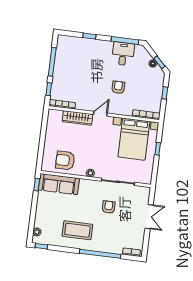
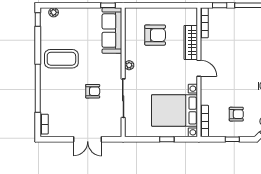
armchair: (118, 87) -> (236, 114), moved
armchair: (65, 160) -> (155, 35), moved, turned 90
coffee table: (77, 230) -> (61, 59), turned 90

